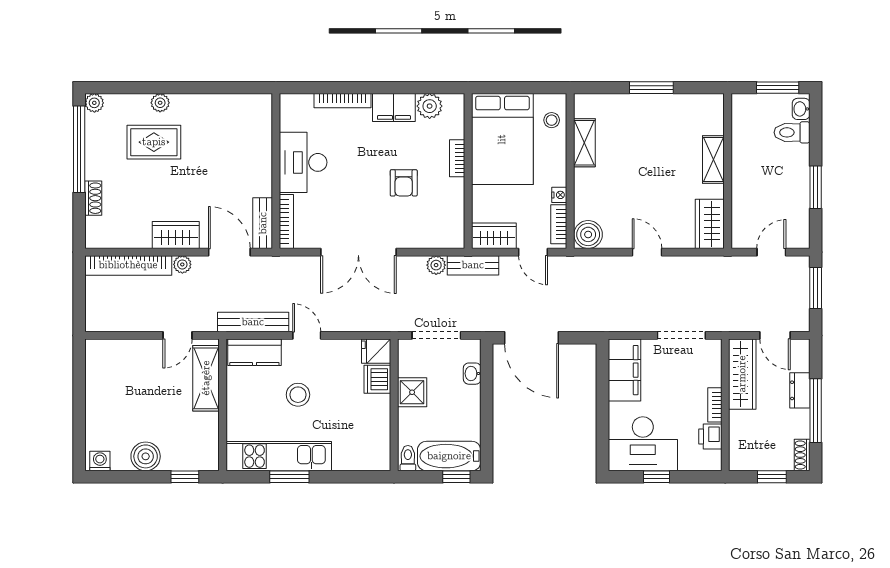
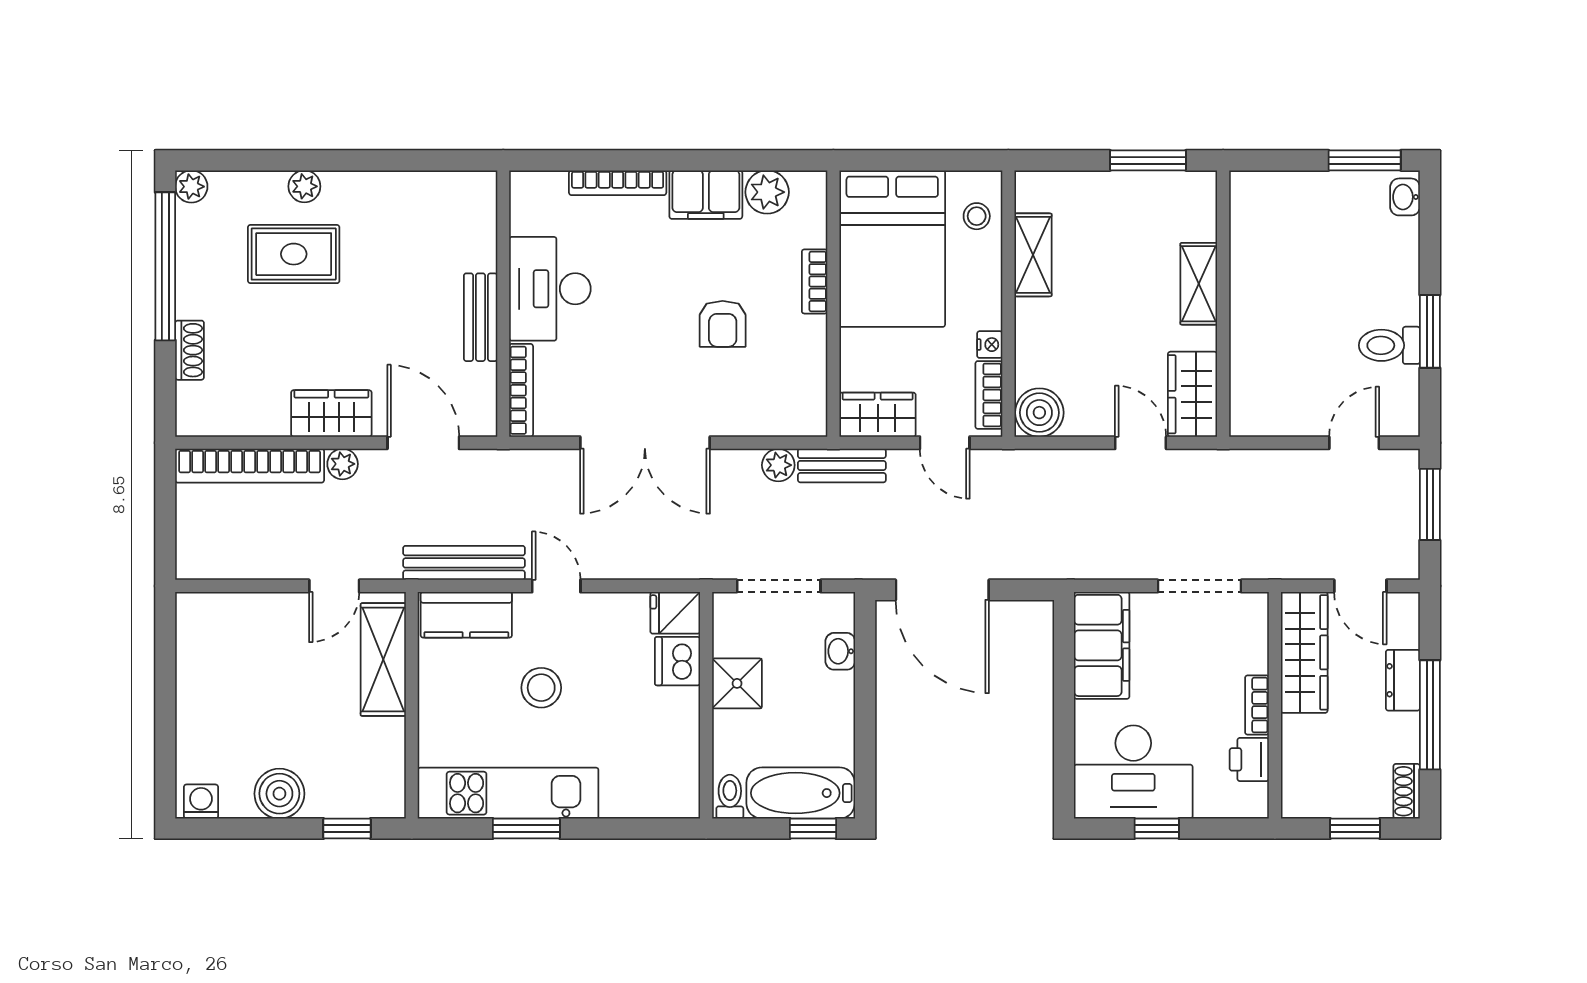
toilet: (792, 132) -> (1389, 345), moved
shelving: (713, 160) -> (1199, 284), moved
wall: (728, 171) -> (1223, 304), moved
bench: (263, 223) -> (481, 317), moved
wardrobe: (710, 224) -> (1192, 394), moved

